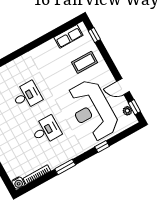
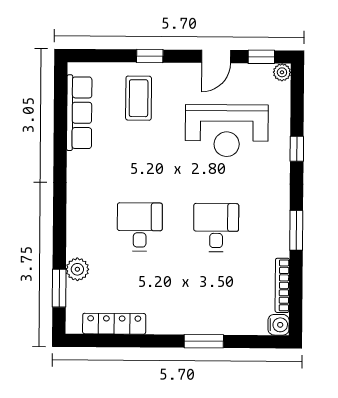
window: (94, 35) -> (150, 56), moved
row of seats: (68, 36) -> (79, 113), width x1.48
reception desk: (92, 110) -> (227, 131), width x0.74, depth x0.77
plant: (127, 111) -> (282, 72), moved

